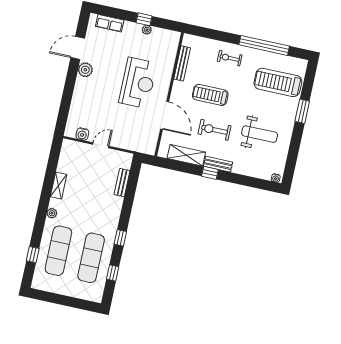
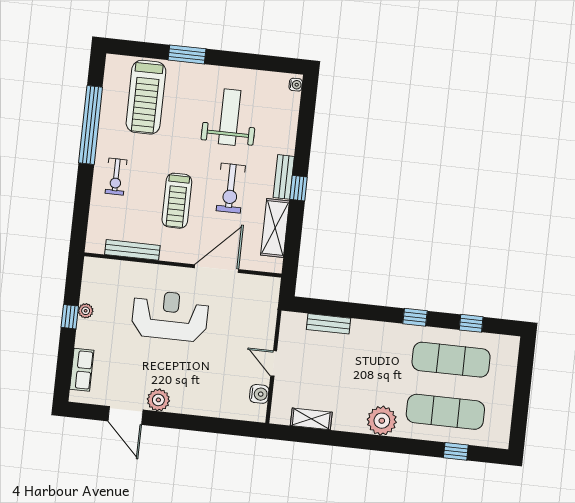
shelving: (59, 186) -> (311, 419), moved
plant: (52, 213) -> (382, 421), width x1.87, depth x1.87

